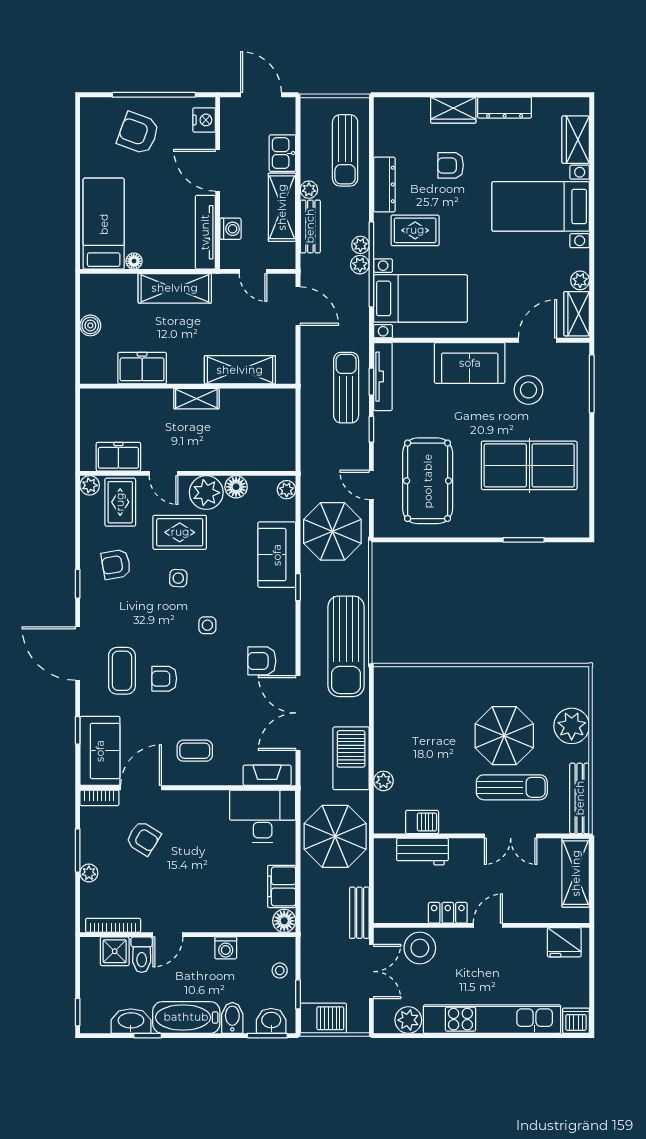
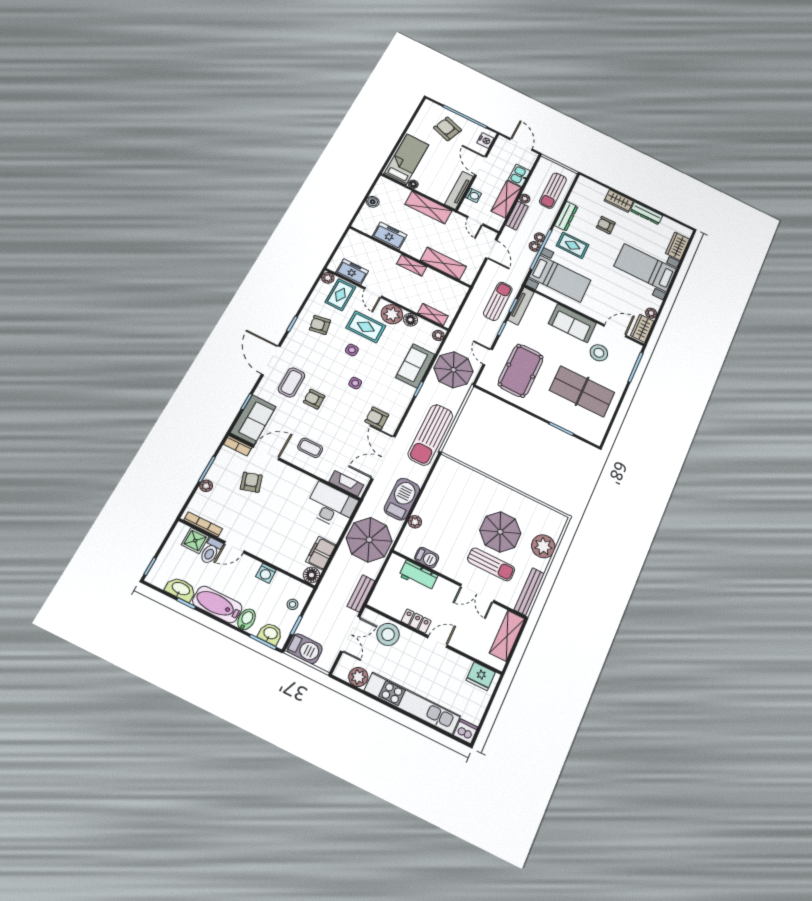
shelving: (264, 461) -> (433, 315), added
armchair: (143, 838) -> (251, 482), turned -139

